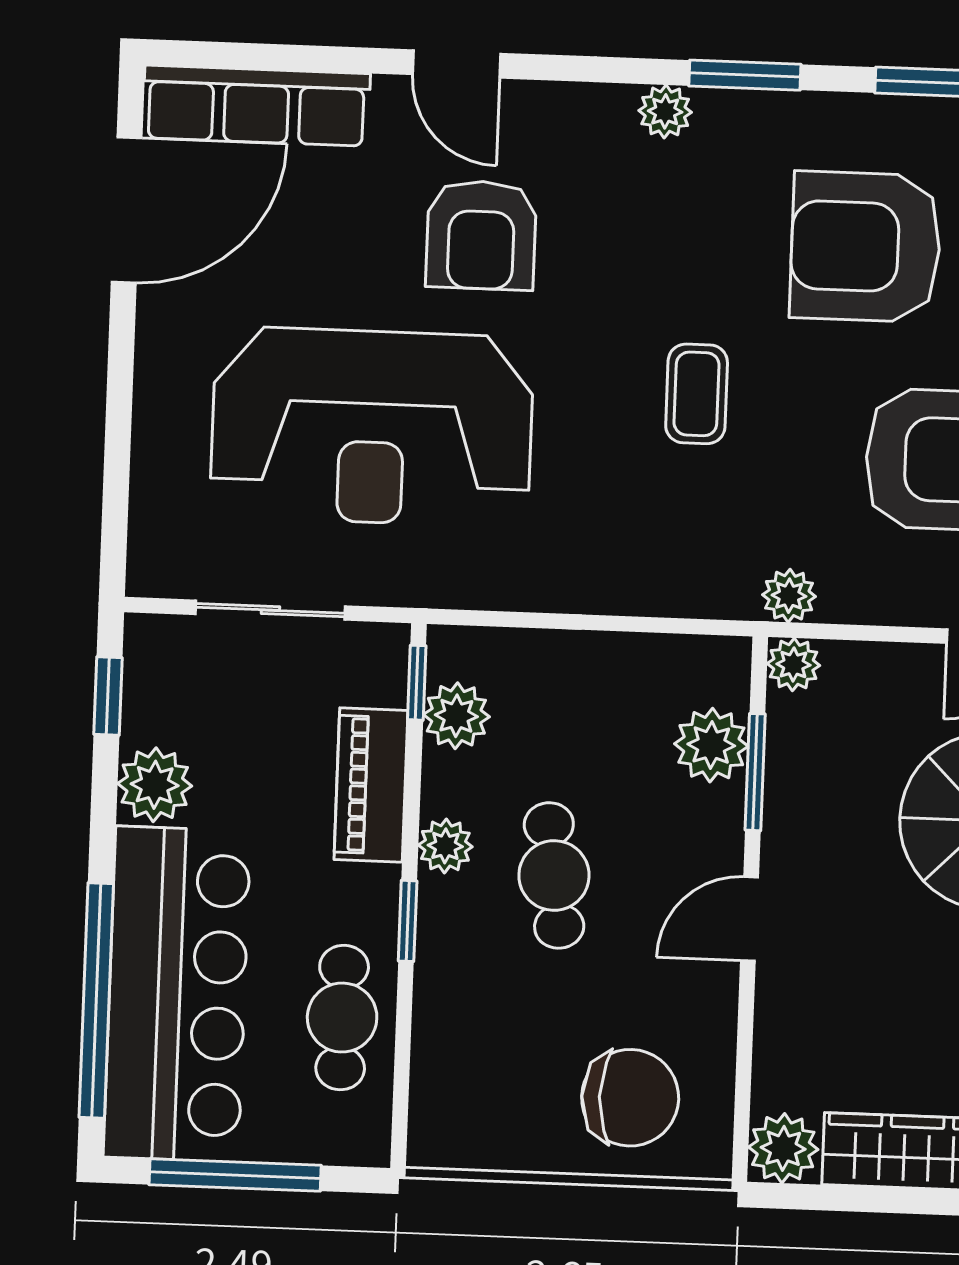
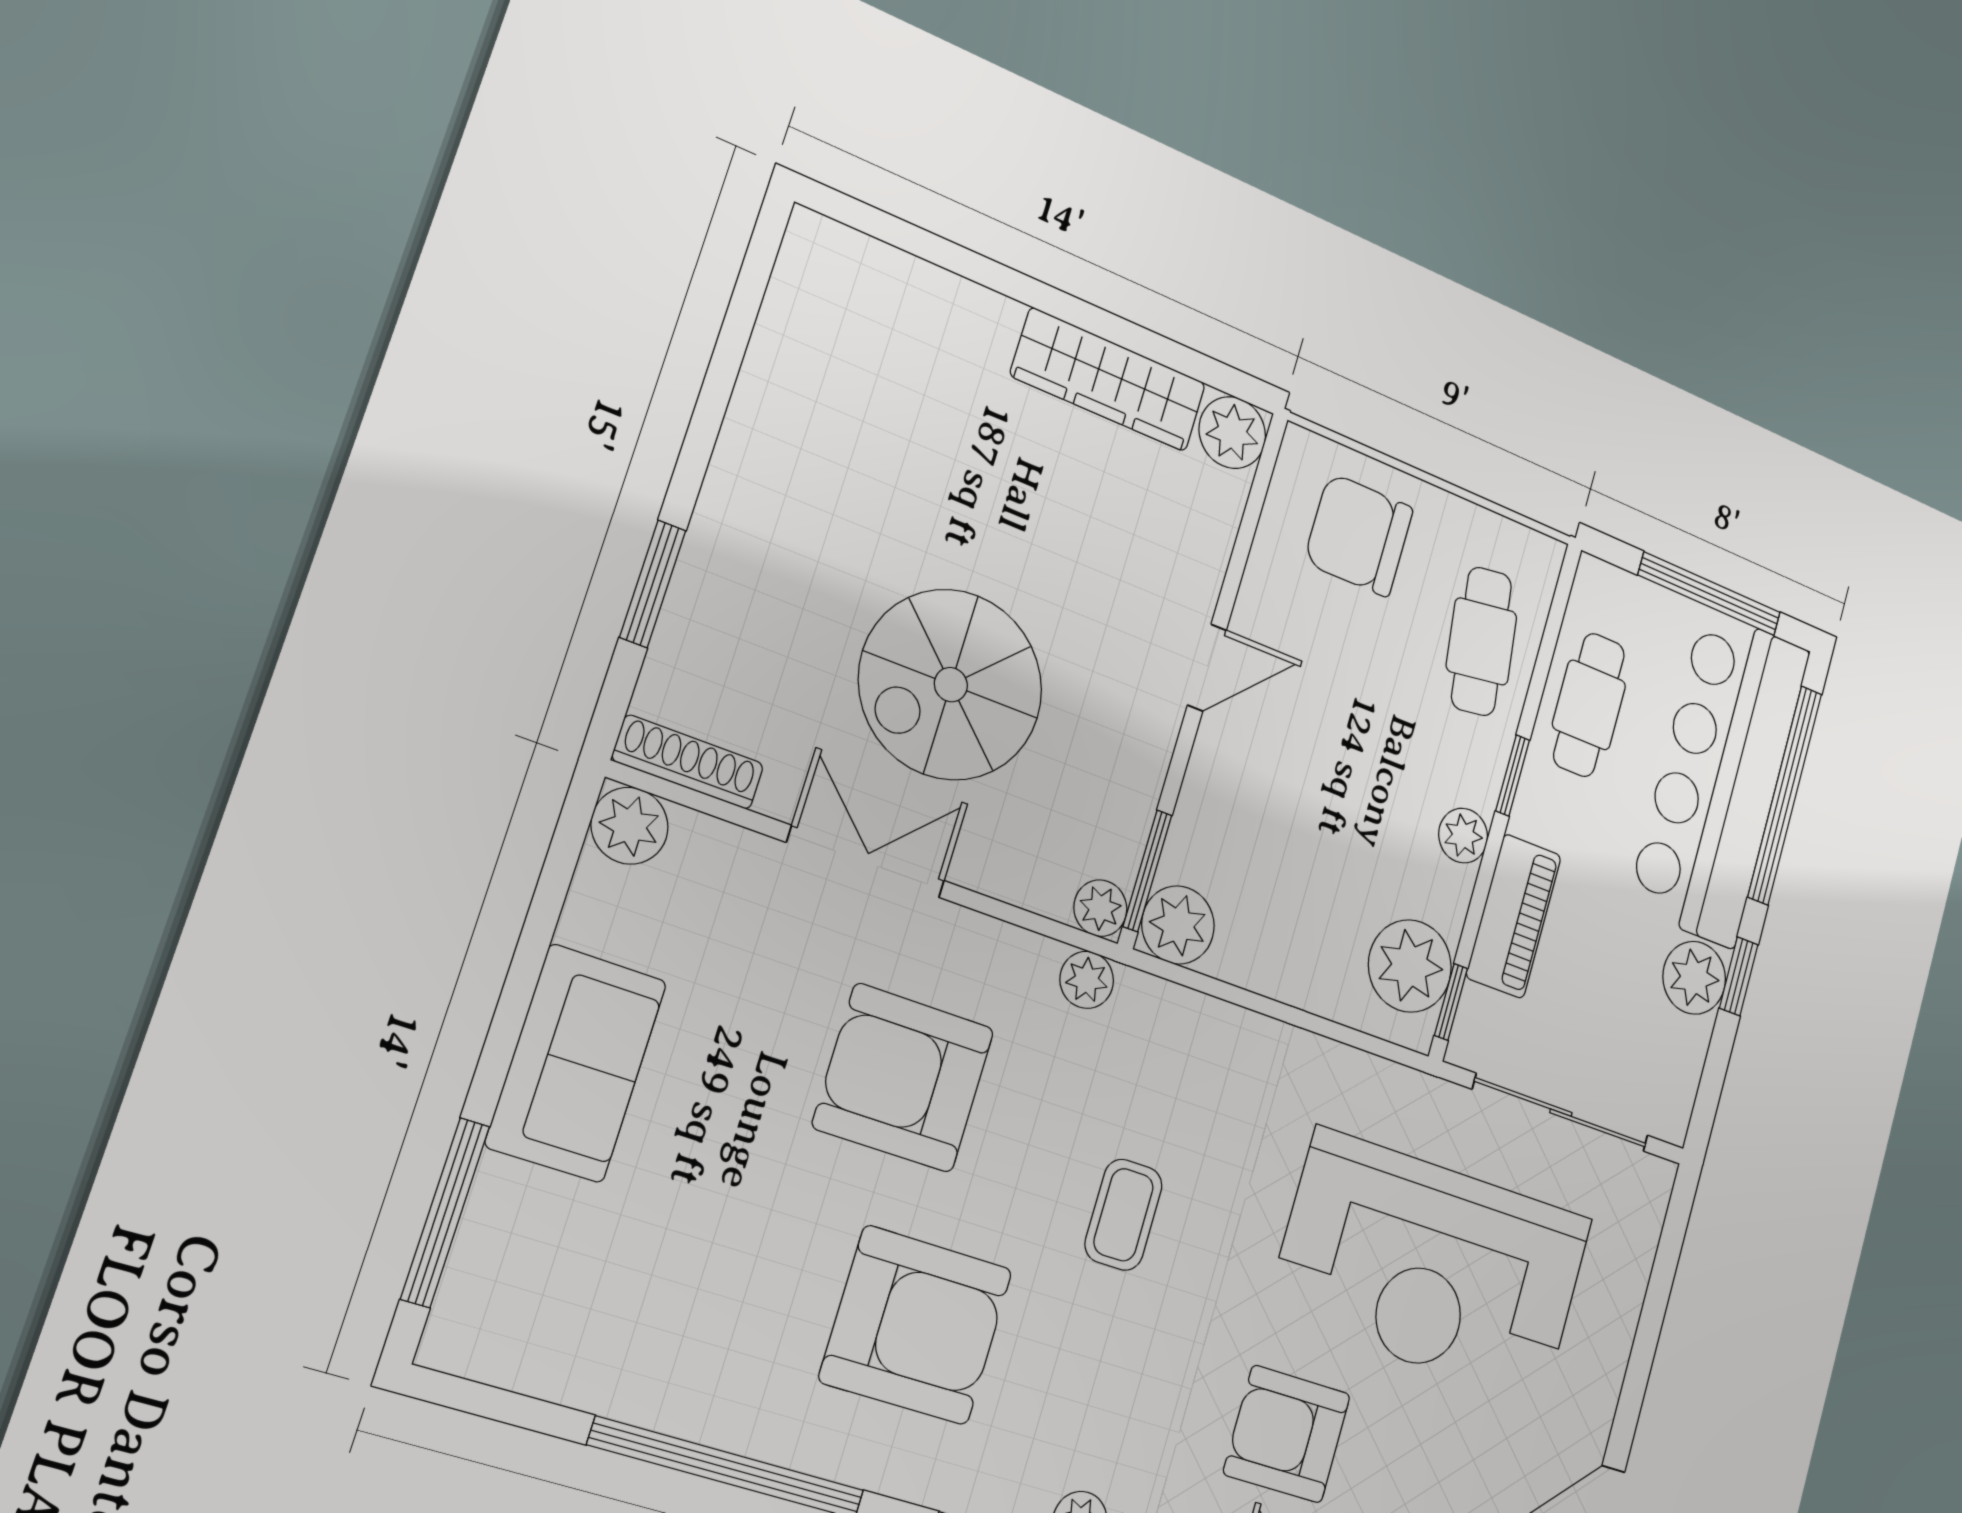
armchair: (481, 235) -> (1287, 1434), turned -90
reception desk: (372, 427) -> (1432, 1266), turned 180
sliding door: (270, 610) -> (1561, 1113), width x1.37
window: (108, 696) -> (1739, 976), moved
plant: (456, 716) -> (1410, 966), width x1.36, depth x1.36
plant: (711, 745) -> (1178, 925), moved
window: (755, 772) -> (1147, 871), moved
cafe table: (554, 875) -> (1481, 641), moved

